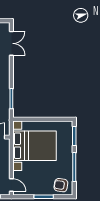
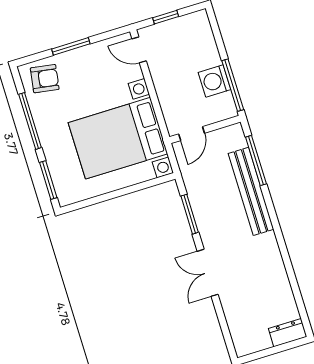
double door: (11, 43) -> (208, 273), moved

